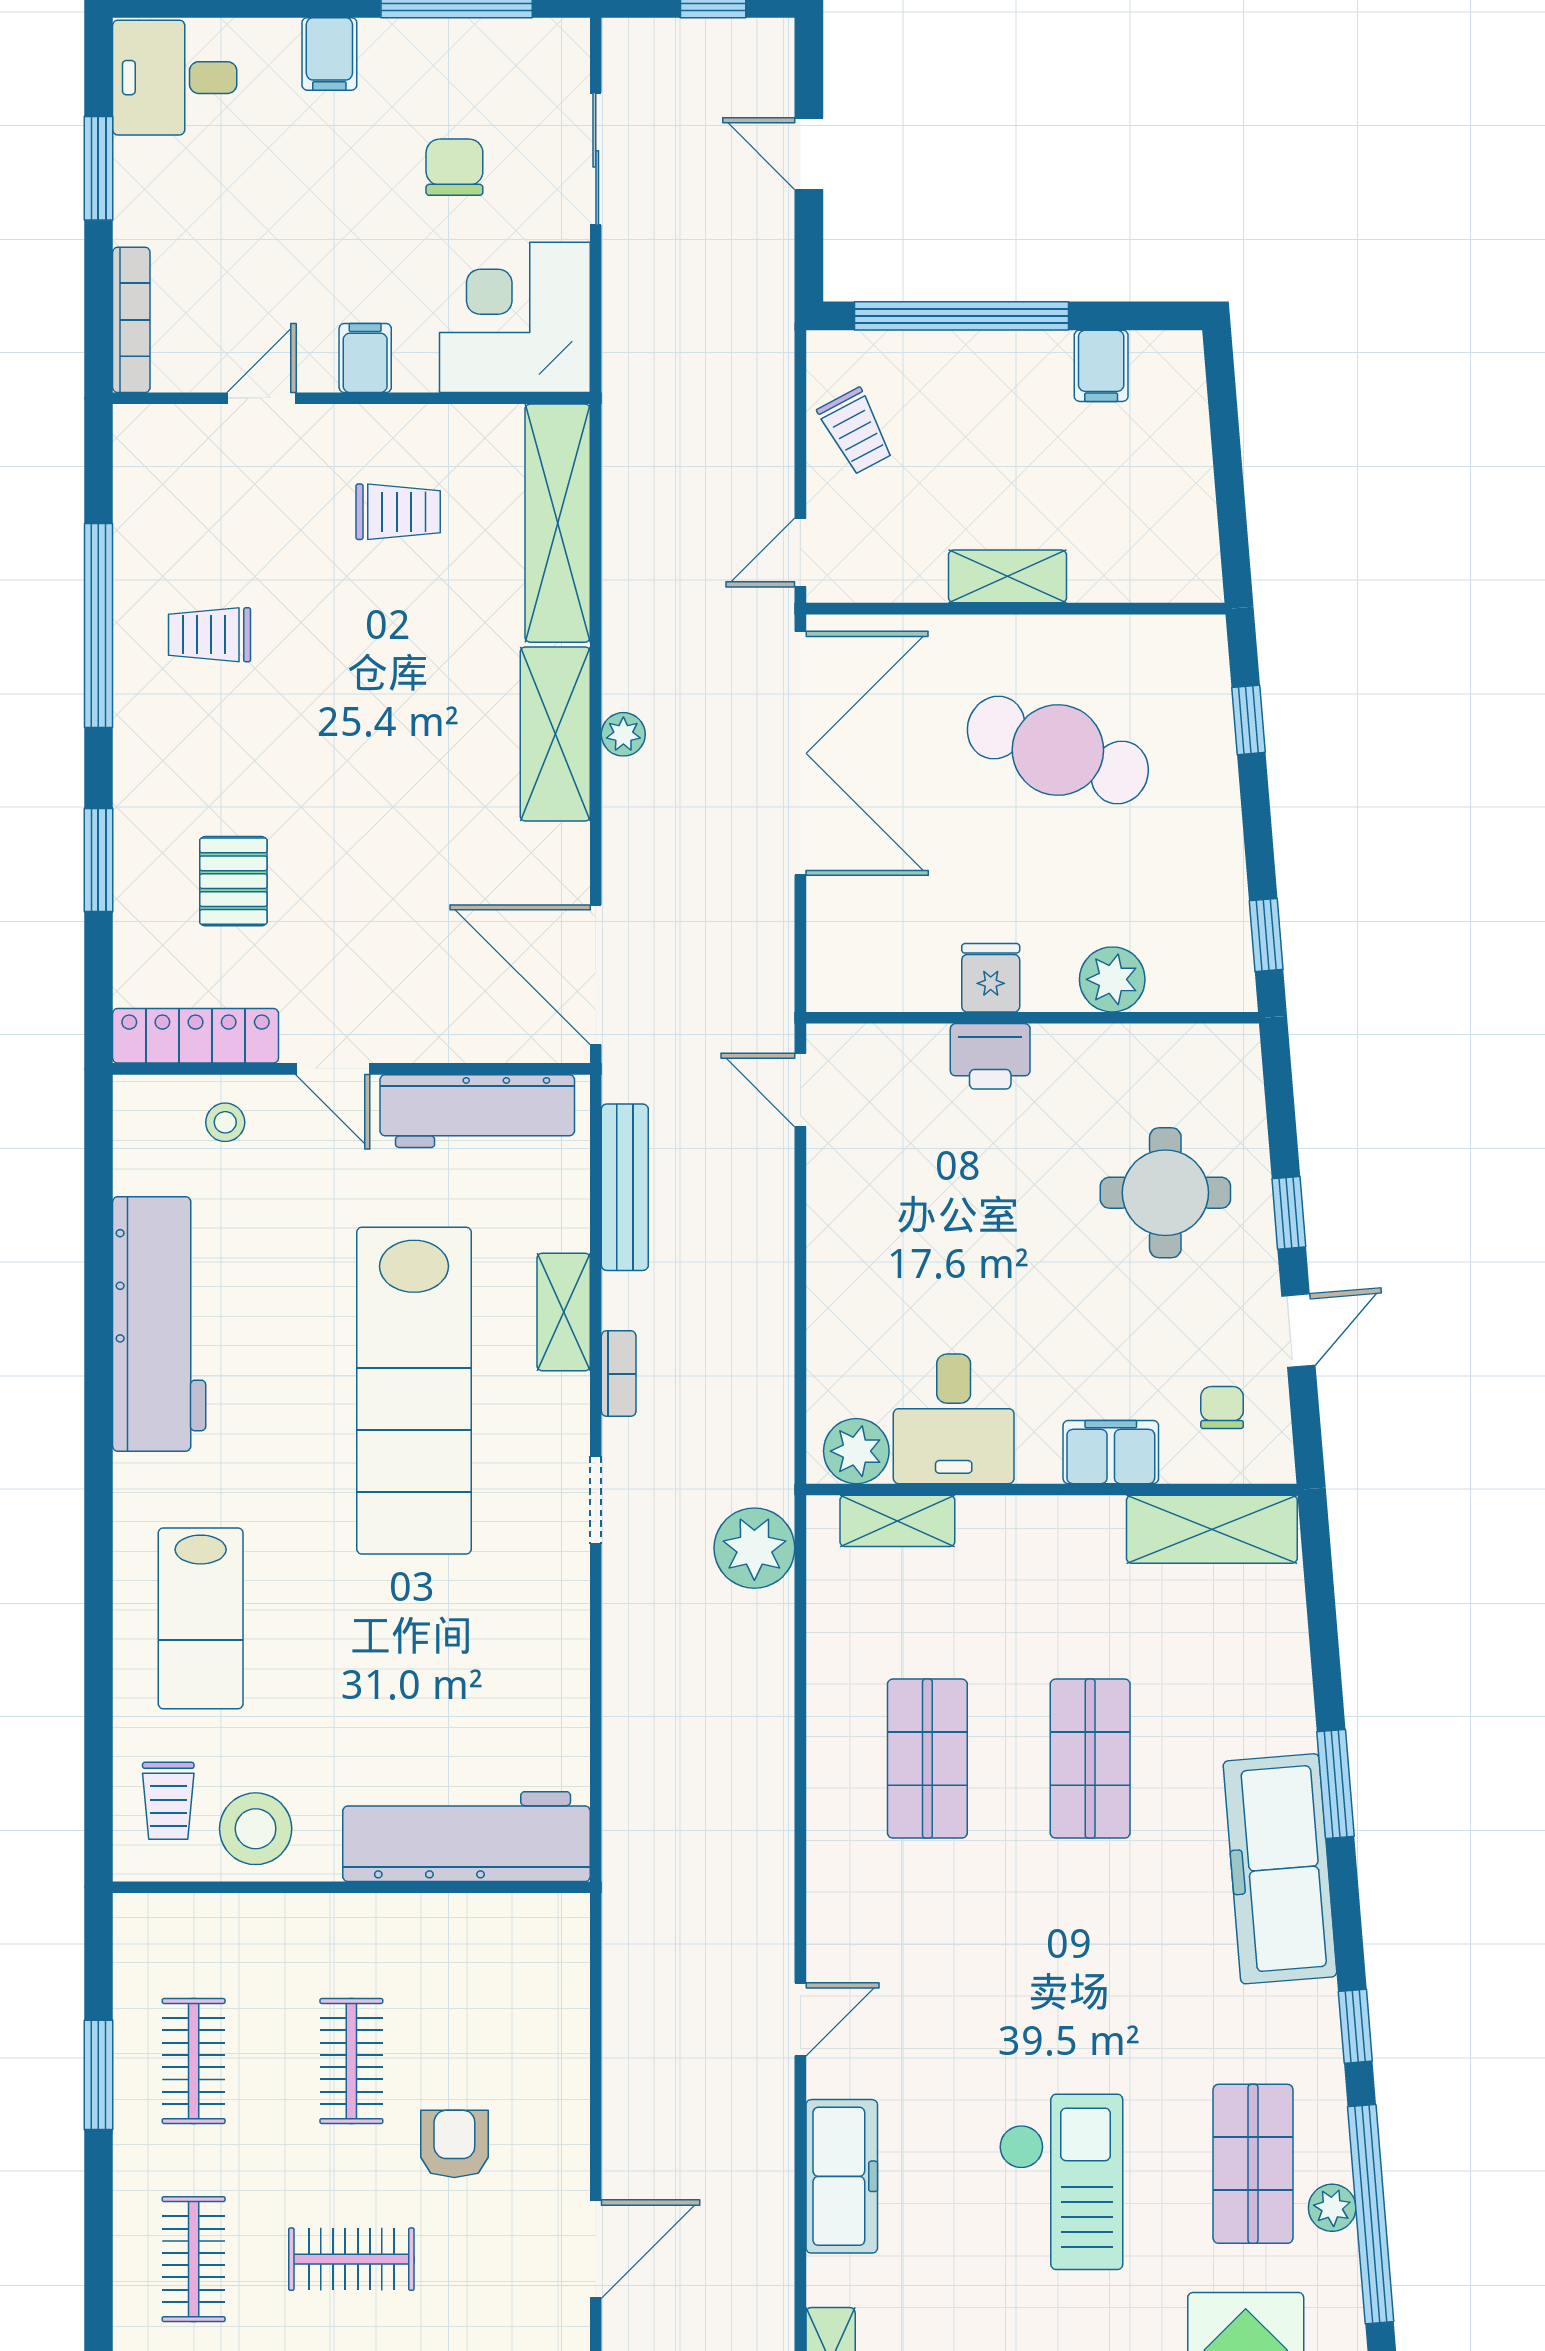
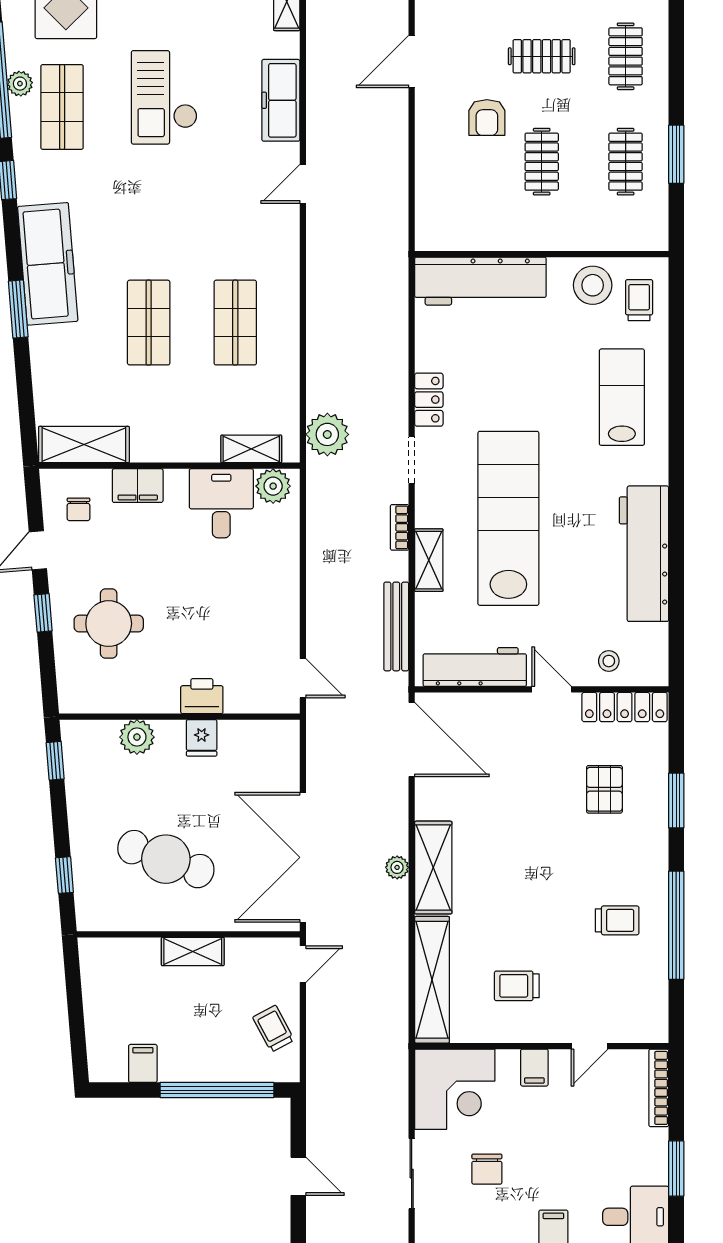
locker: (563, 1614) -> (429, 400), added

